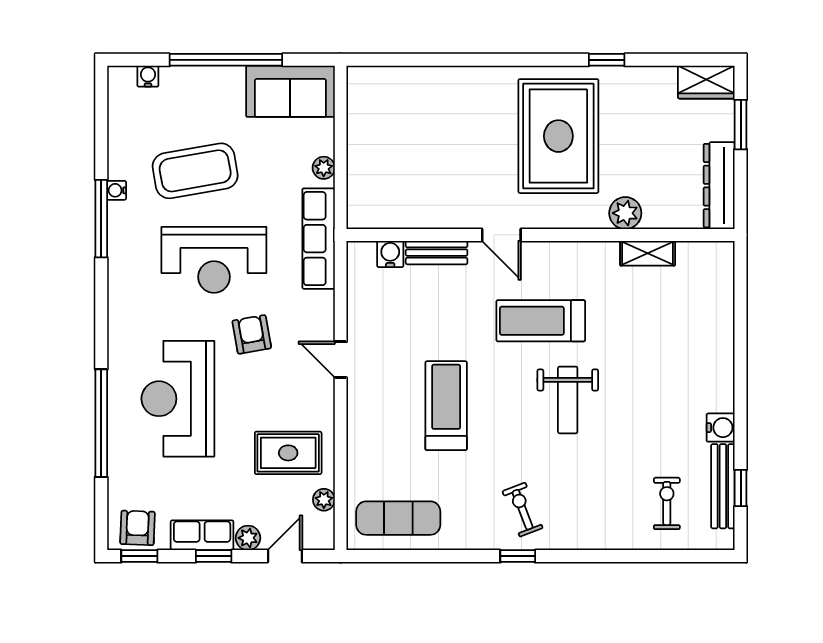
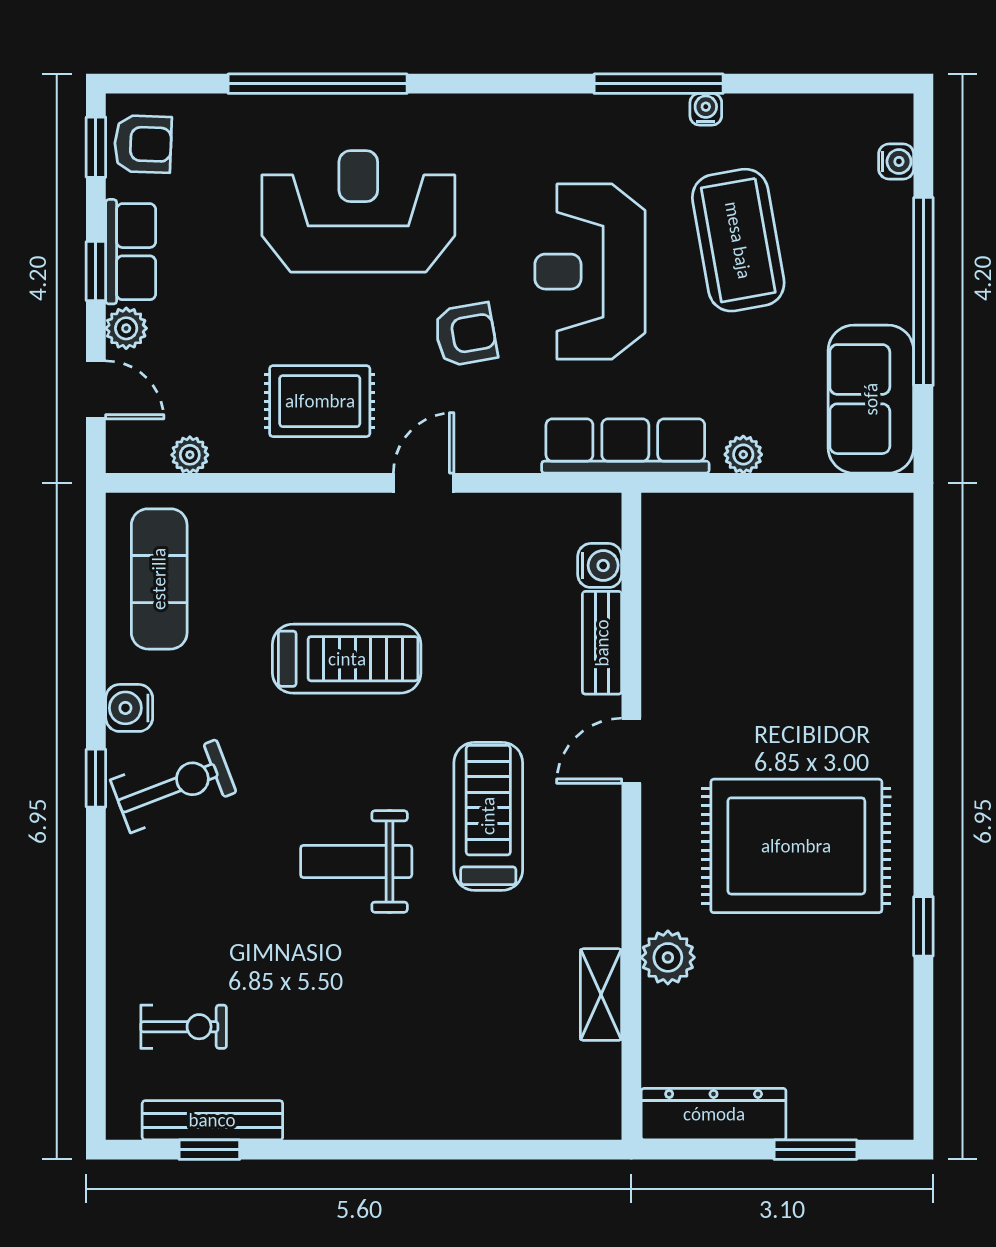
wardrobe: (706, 82) -> (886, 1093), removed
water cooler: (721, 428) -> (129, 708), moved, turned 90
rug: (288, 453) -> (320, 401), moved, turned 90
exercise bike: (523, 510) -> (173, 786), width x1.38, depth x1.39

